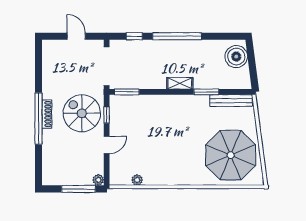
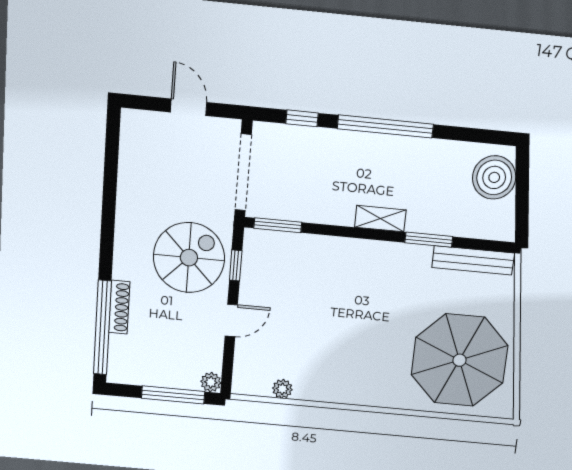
spiral stairs: (82, 113) -> (189, 258), turned 90
shoe rack: (47, 114) -> (119, 307), moved
window: (39, 119) -> (102, 328), moved

